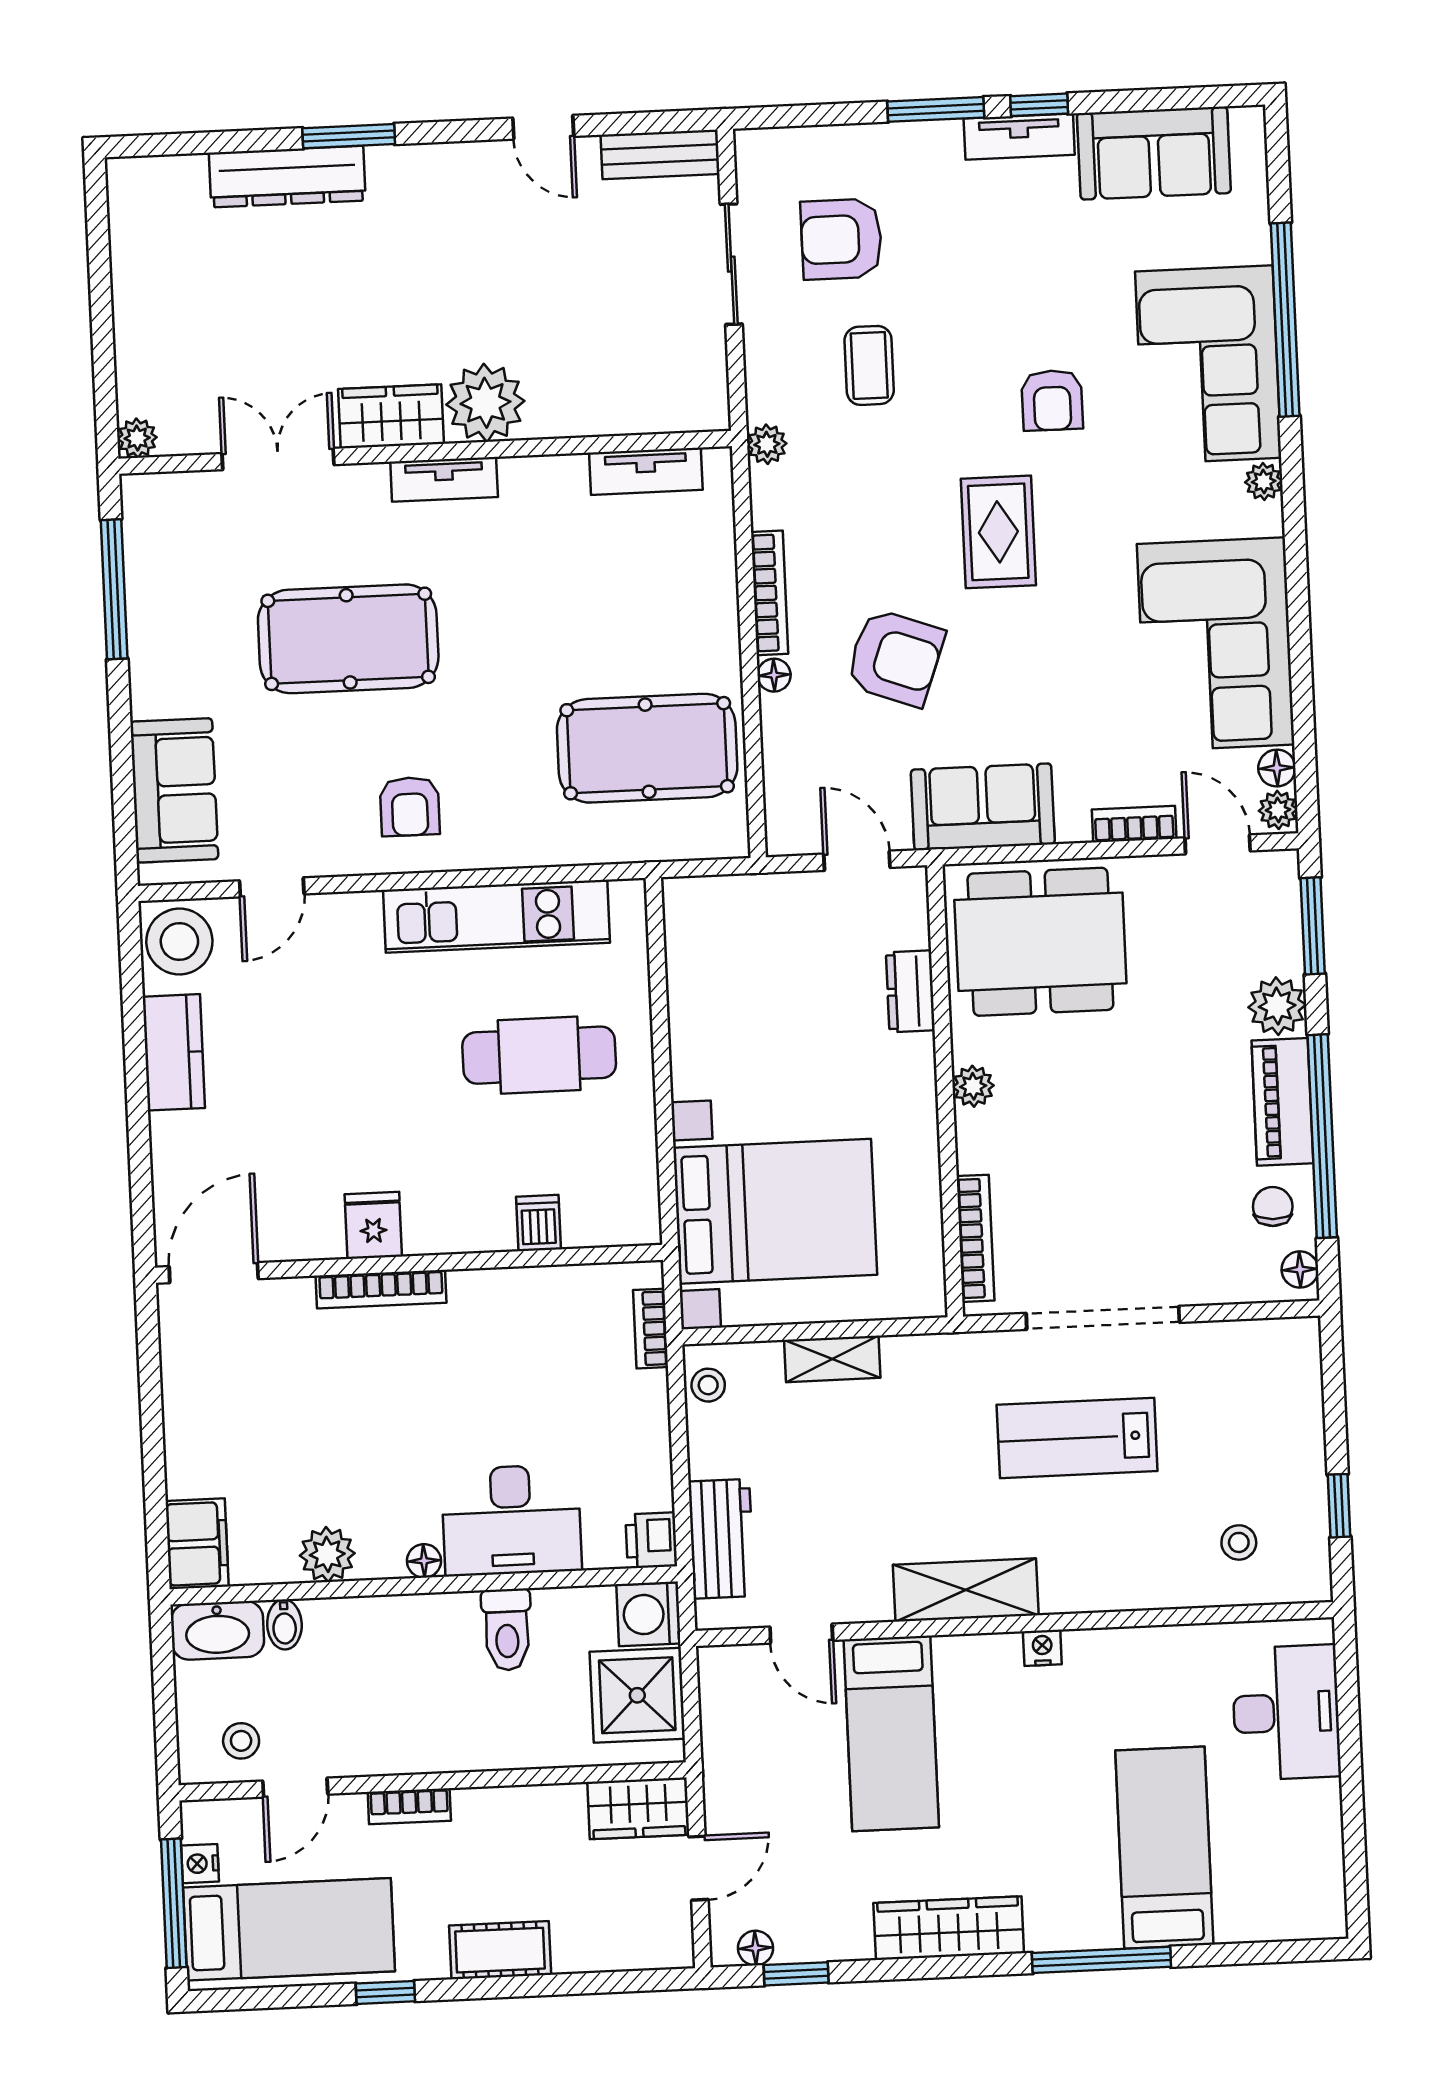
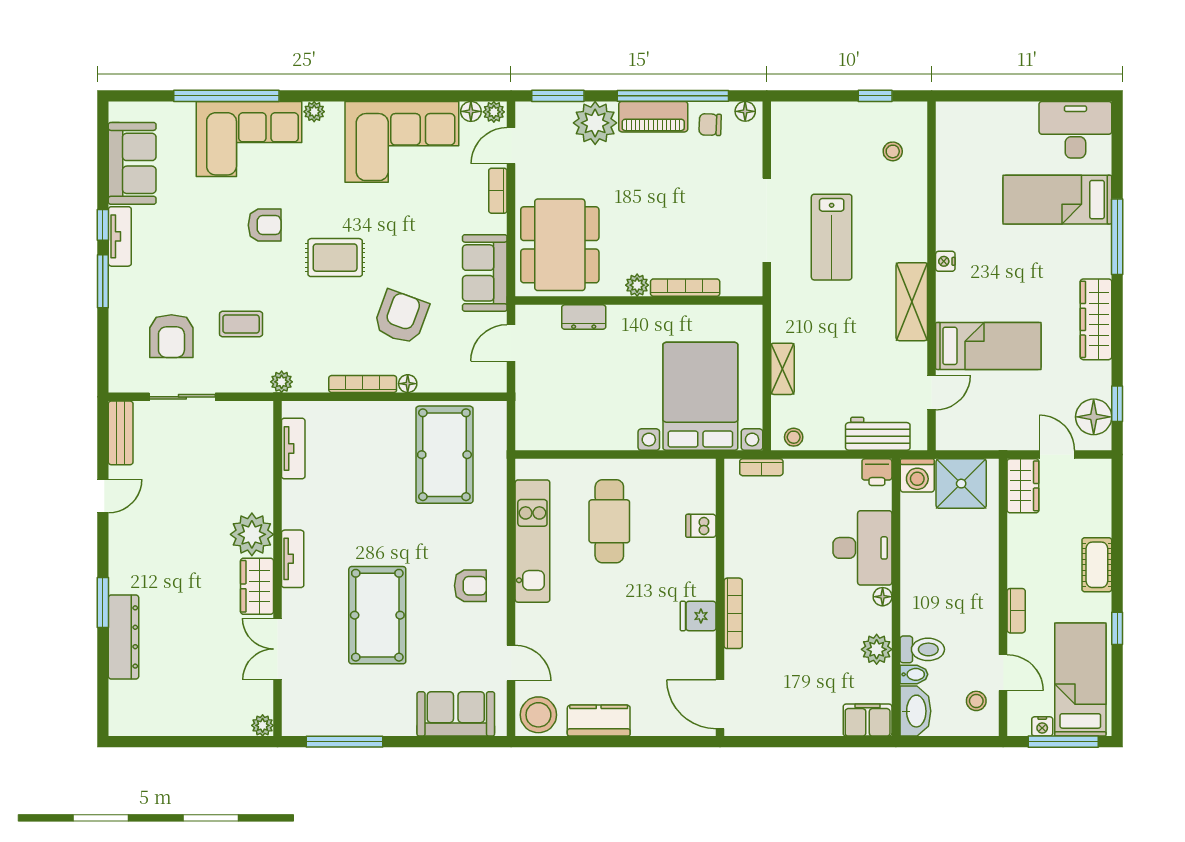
plant: (1277, 1006) -> (595, 123), width x1.36, depth x1.36
bookcase: (975, 1238) -> (685, 288), moved
toilet: (507, 1630) -> (922, 649), moved
desk: (1286, 1713) -> (1075, 130), moved
floor lamp: (755, 1948) -> (1094, 417), width x1.89, depth x1.89

